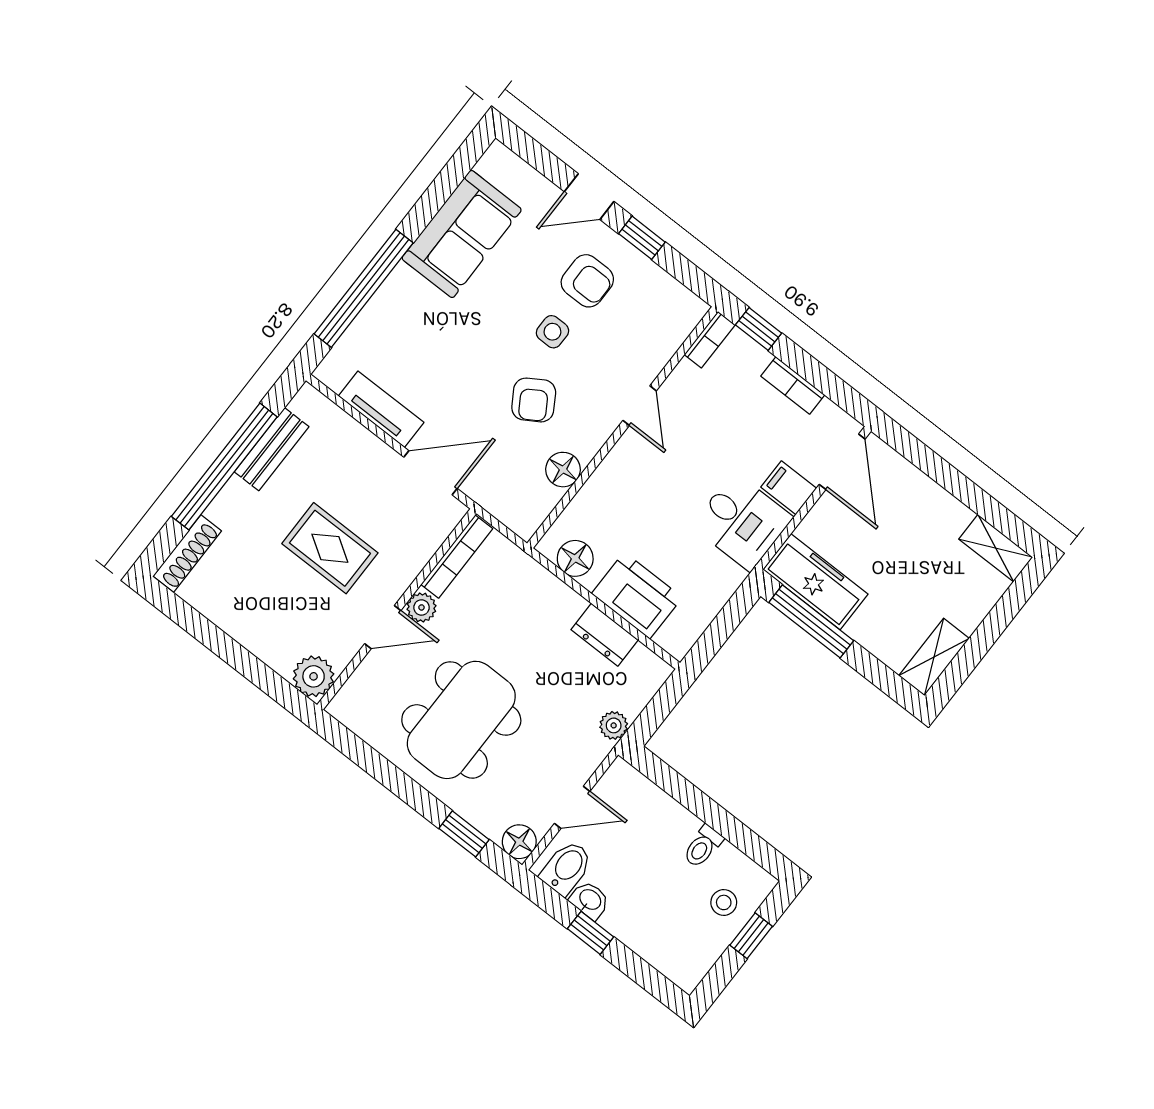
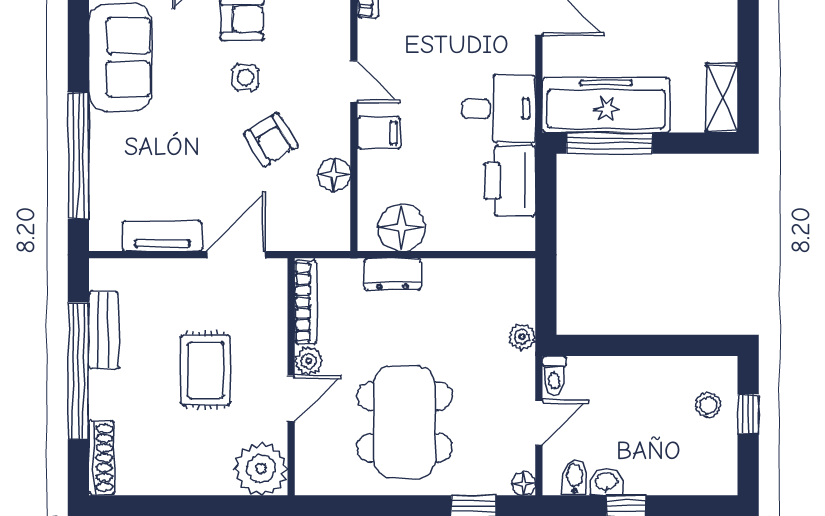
filing cabinet: (789, 488) -> (379, 133), moved, turned 180
rug: (330, 548) -> (205, 370), turned 90
floor lamp: (575, 558) -> (402, 228), width x1.38, depth x1.38
freezer: (815, 582) -> (606, 105), width x1.36, depth x1.26
printer: (637, 596) -> (510, 181), moved, turned -90
dresser: (605, 635) -> (392, 274), moved
plant: (314, 676) -> (261, 469), width x1.36, depth x1.36
floor lamp: (519, 842) -> (524, 484), width x0.73, depth x0.73
toilet: (703, 846) -> (554, 375), moved
bidet: (567, 868) -> (575, 478), width x0.72, depth x0.74

